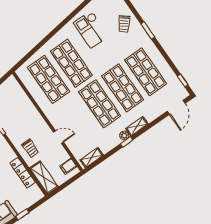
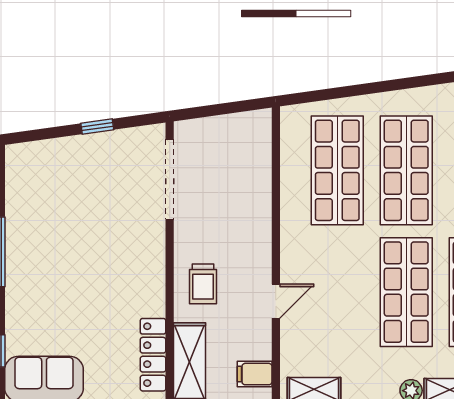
door: (59, 137) -> (276, 301), hinge flipped
locker: (23, 173) -> (153, 355), moved

